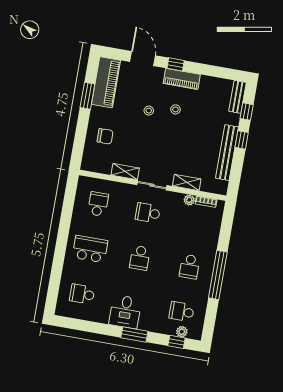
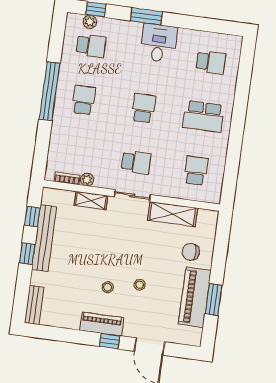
piano: (106, 82) -> (195, 297), moved
window: (247, 112) -> (32, 217), moved
shelving: (125, 172) -> (173, 214), width x1.50, depth x1.33
school desk: (98, 204) -> (196, 171), turned 180

